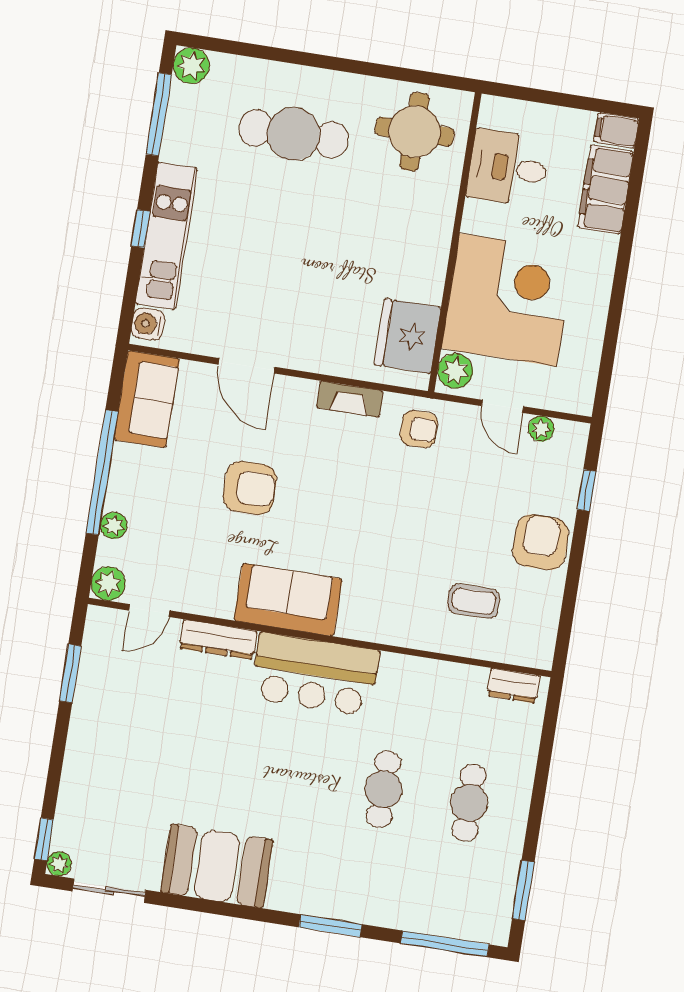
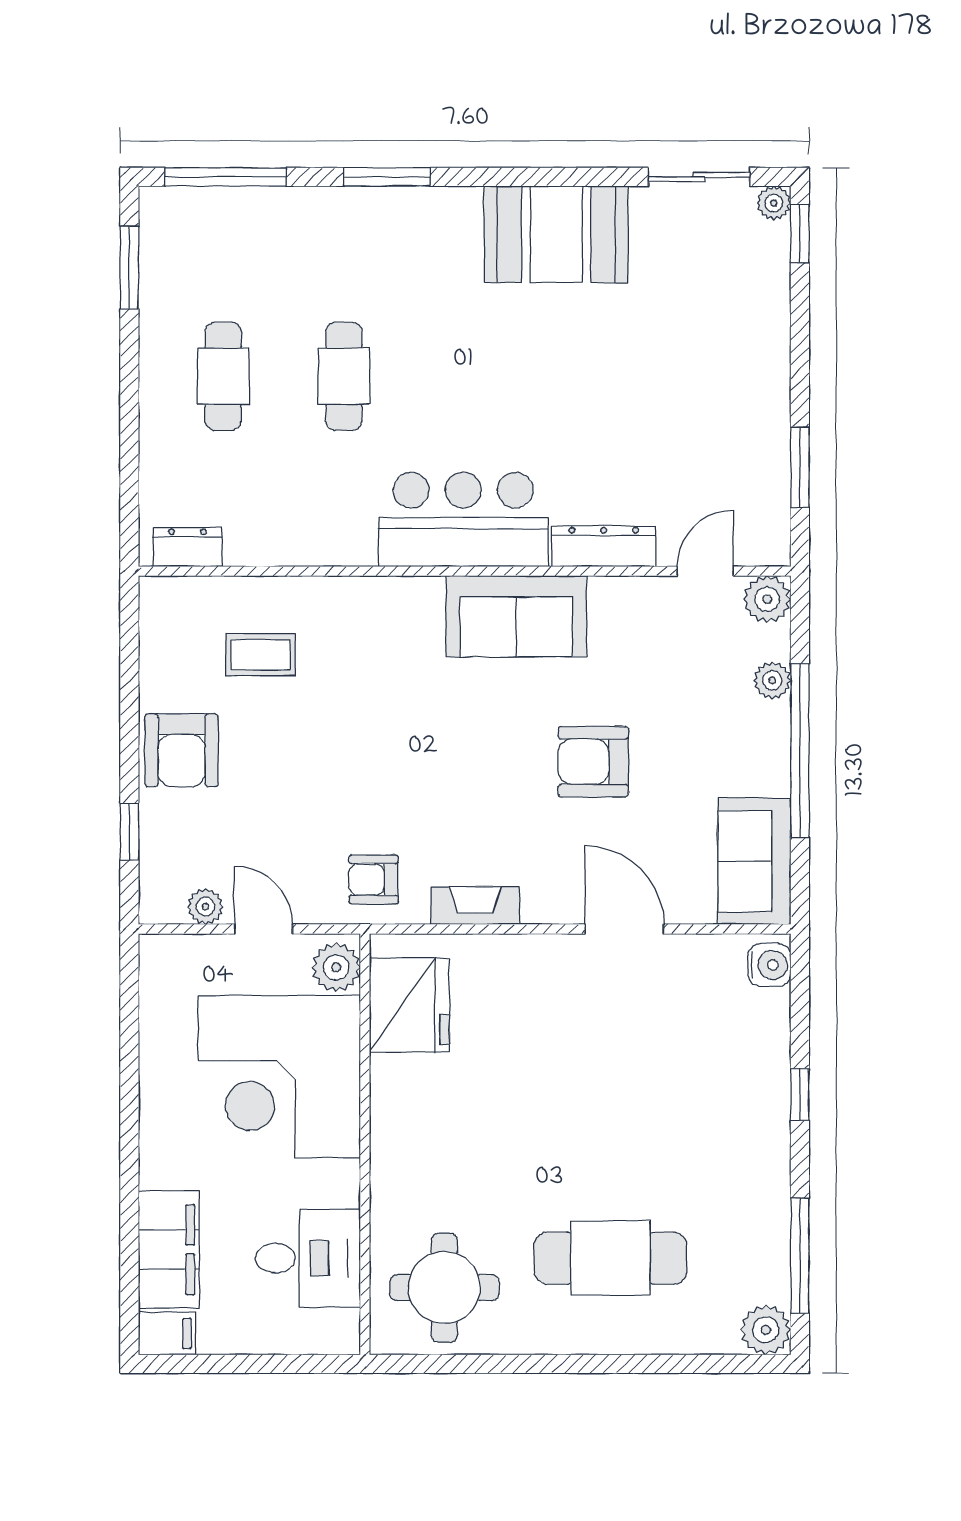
kitchen unit: (167, 236) -> (763, 1090), removed

